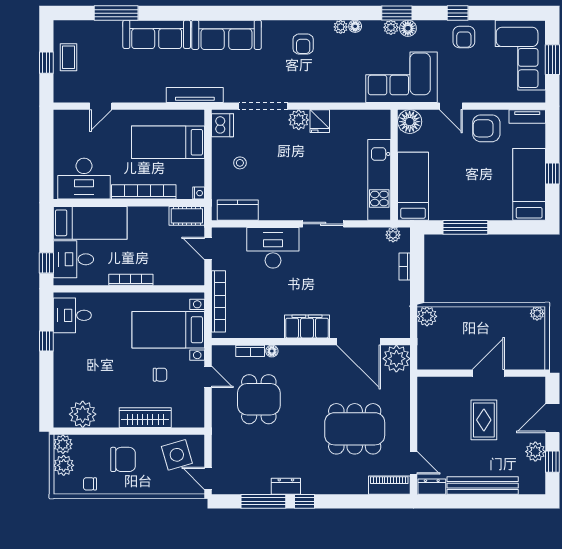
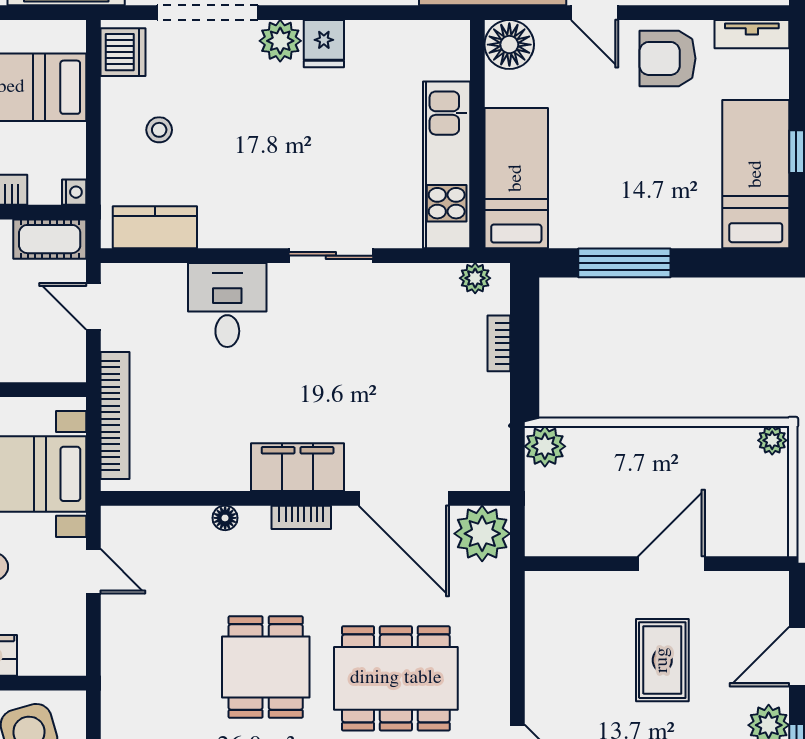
desk: (273, 248) -> (227, 305), width x0.73
bookcase: (250, 351) -> (301, 517), moved
dining table: (259, 399) -> (266, 667), moved

